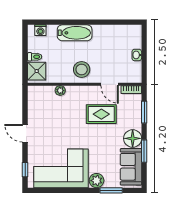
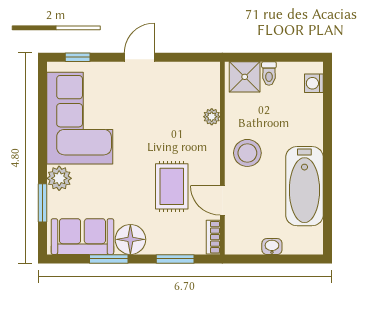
bathtub: (75, 33) -> (304, 186), moved, width x1.36, depth x1.36
door: (110, 84) -> (222, 200), hinge flipped

